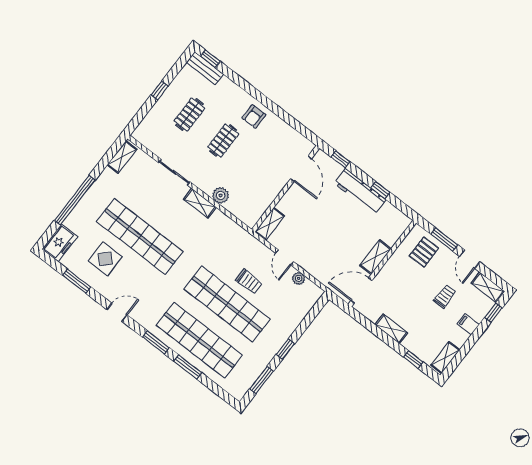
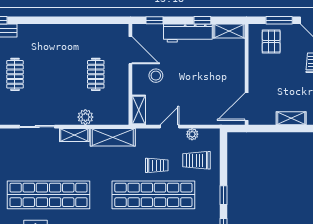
armchair: (254, 116) -> (64, 38), removed
clothes rail: (223, 141) -> (96, 74), moved
stool: (306, 206) -> (156, 76), added
shelving: (230, 230) -> (113, 137), added
door: (285, 257) -> (170, 127), swing flipped
shelving: (375, 257) -> (229, 31), moved, turned 90
trolley: (285, 303) -> (196, 160), added

